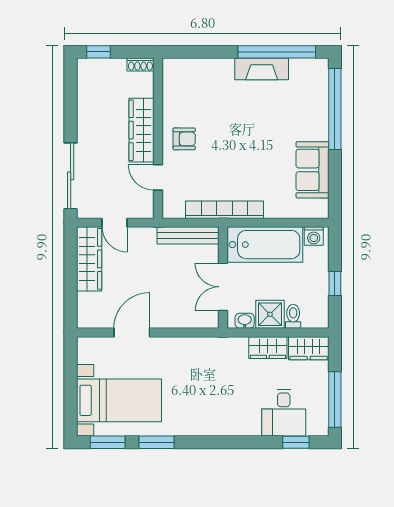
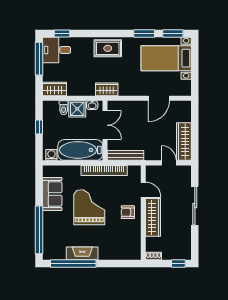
grand piano: (250, 147) -> (89, 207), added
sliding door: (71, 176) -> (195, 206), moved
wardrobe: (268, 348) -> (107, 89), moved
desk: (284, 413) -> (56, 50), moved, turned -90
rug: (218, 417) -> (108, 48), added

